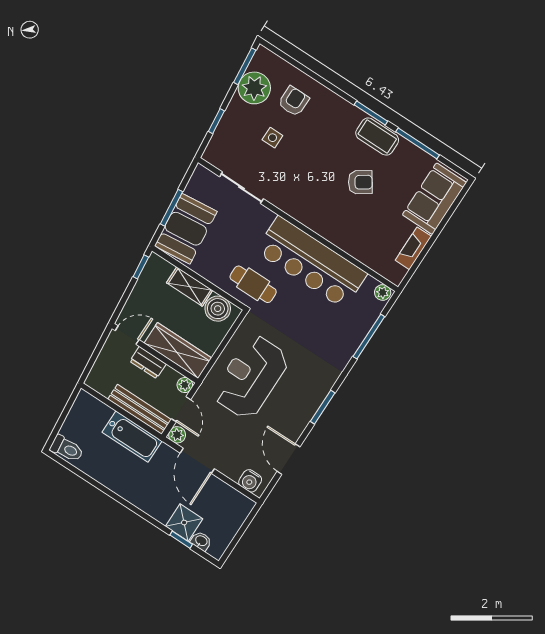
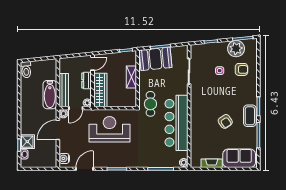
boiler: (218, 309) -> (130, 95), removed
door: (127, 335) -> (92, 64), hinge flipped

